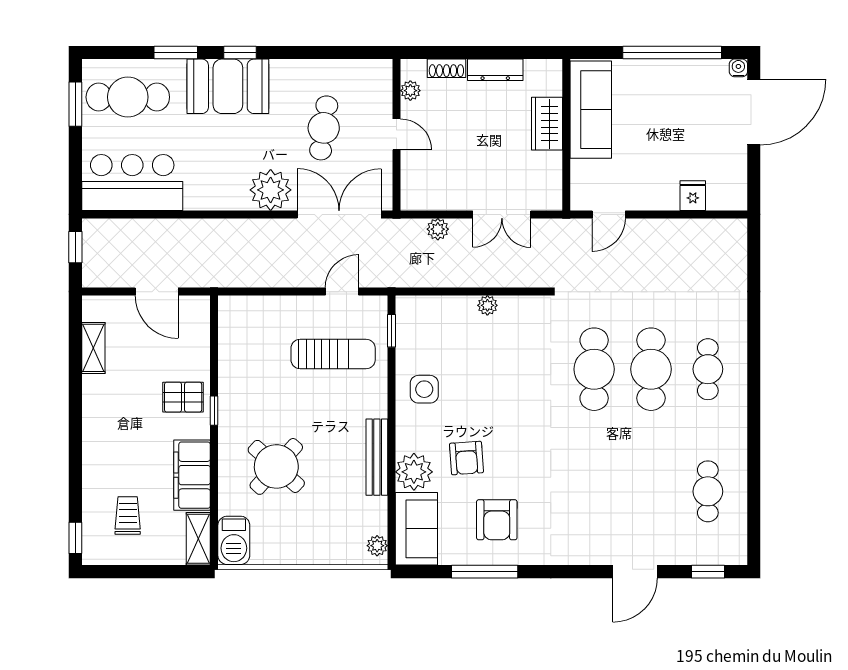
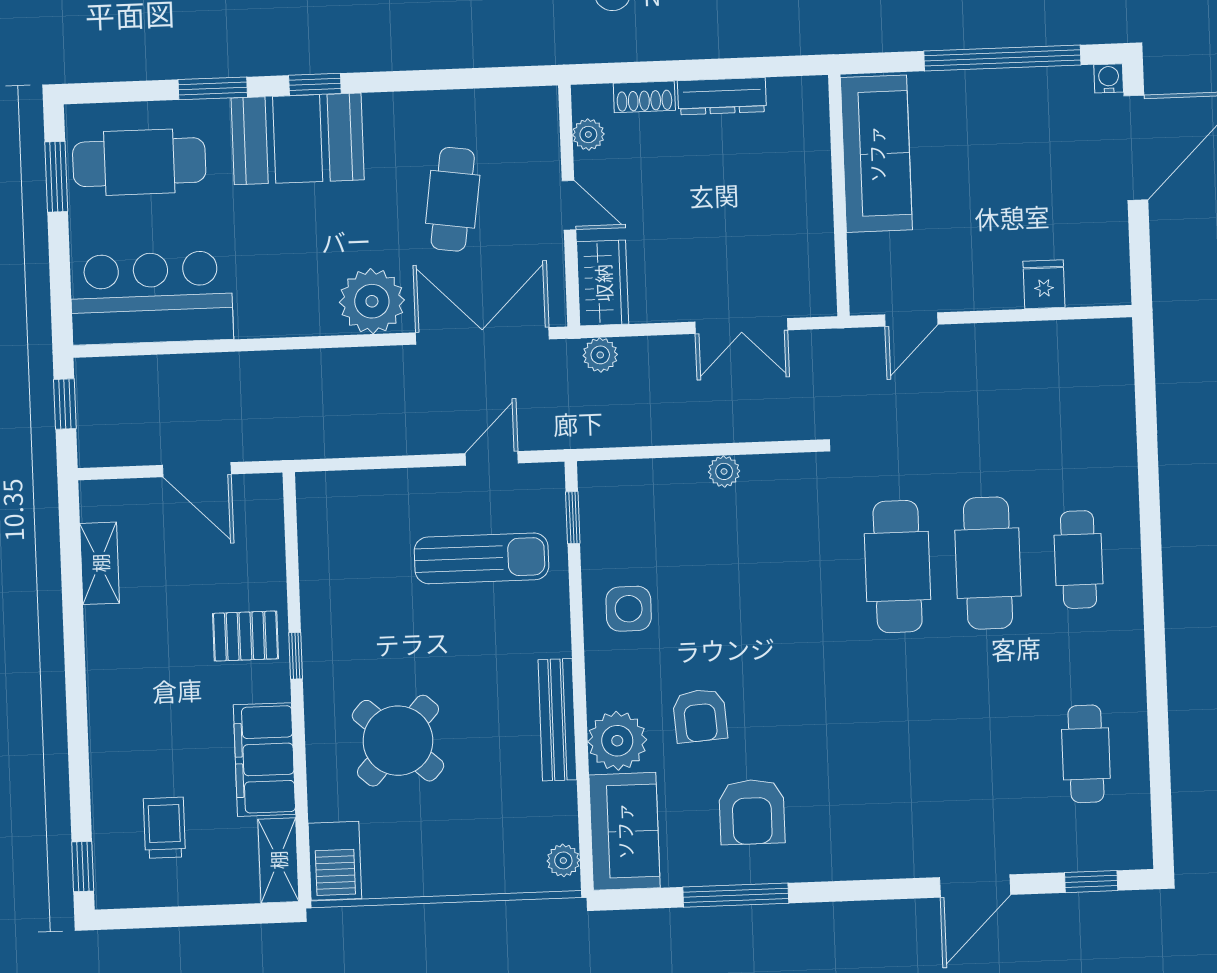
wardrobe: (547, 124) -> (603, 283), moved, turned 180
plant: (438, 229) -> (600, 355), moved

